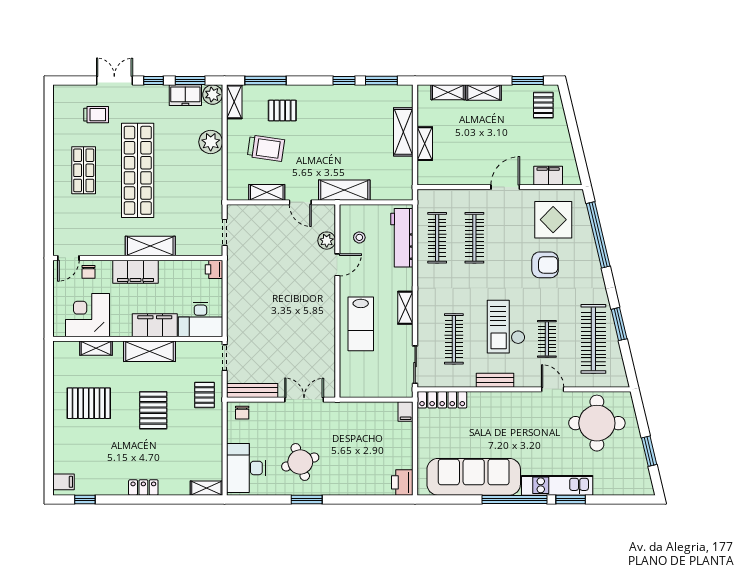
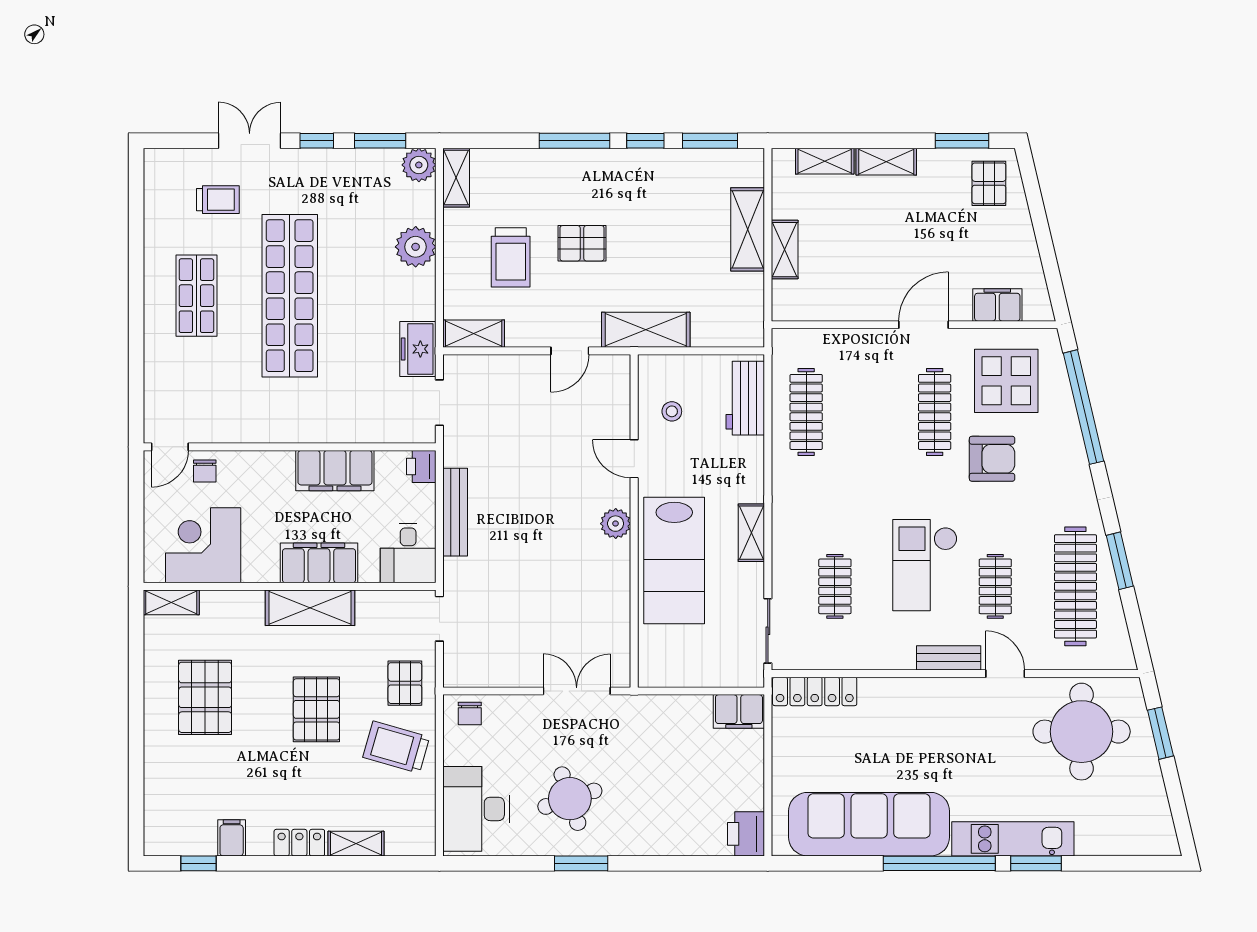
window: (265, 80) -> (574, 141), moved
freezer: (185, 95) -> (418, 349), moved, turned 90
pallet: (282, 111) -> (582, 243), moved
trolley: (266, 148) -> (511, 257), turned 82
shelving: (267, 192) -> (474, 334), moved
door: (300, 202) -> (570, 351), hinge flipped
workbench: (402, 238) -> (745, 398), width x0.73
clothes rail: (474, 238) -> (935, 412), moved
plant: (327, 241) -> (616, 524), moved
shelving: (150, 246) -> (311, 426), removed
door: (337, 265) -> (634, 459), swing flipped
filing cabinet: (136, 272) -> (335, 471), moved
desk: (200, 320) -> (408, 553), width x0.73
lab bench: (361, 324) -> (674, 561), width x1.36, depth x1.39
clothes rail: (454, 339) -> (835, 586), width x0.73
shelving: (96, 348) -> (171, 602), moved
bench: (495, 380) -> (949, 658), moved
bench: (252, 390) -> (455, 512), moved, turned 90
pallet: (89, 403) -> (205, 697), turned 90
filing cabinet: (406, 411) -> (739, 711), width x2.00
trolley: (199, 432) -> (396, 747), added
window: (649, 451) -> (1160, 733), moved
filing cabinet: (64, 482) -> (232, 838), moved, turned -90
shelving: (206, 488) -> (356, 844), moved

